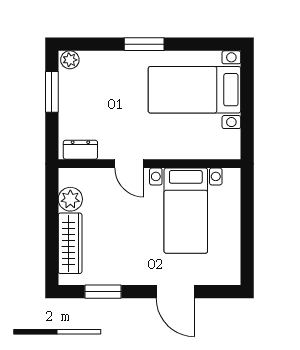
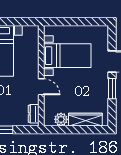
door: (129, 164) -> (41, 87), hinge flipped
window: (103, 292) -> (112, 89), moved

